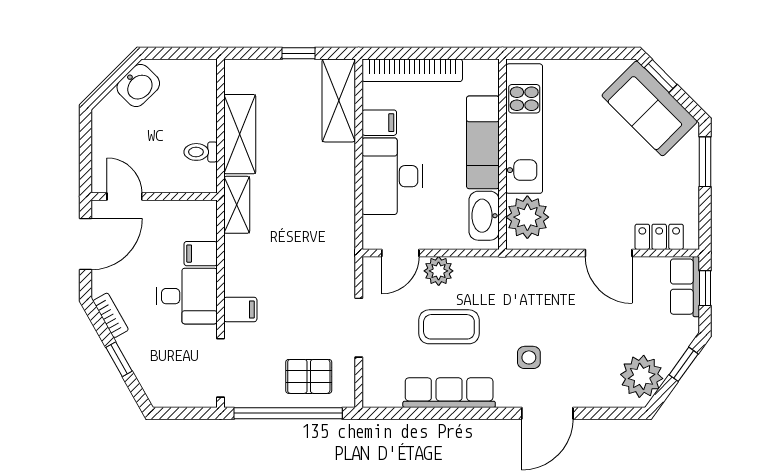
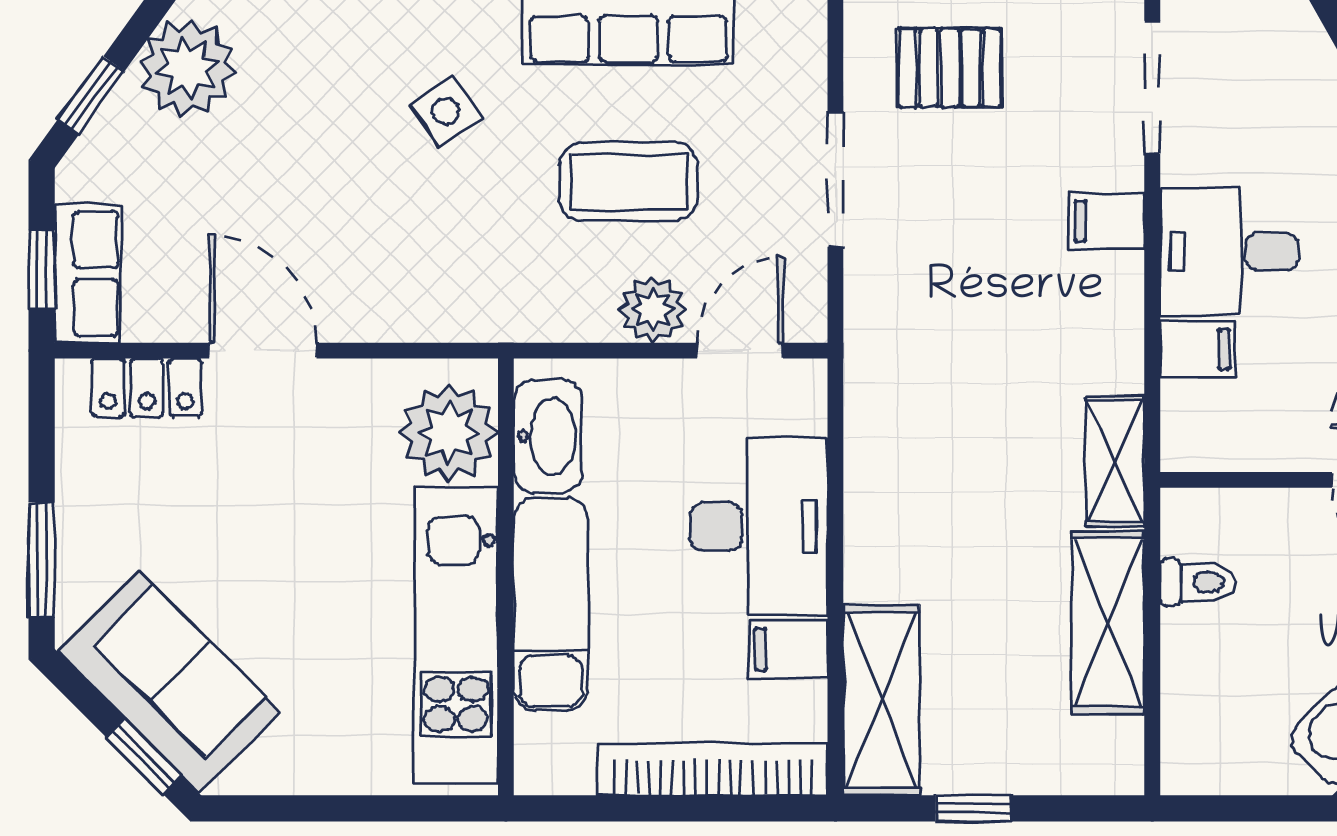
side table: (529, 357) -> (445, 111), turned -34

